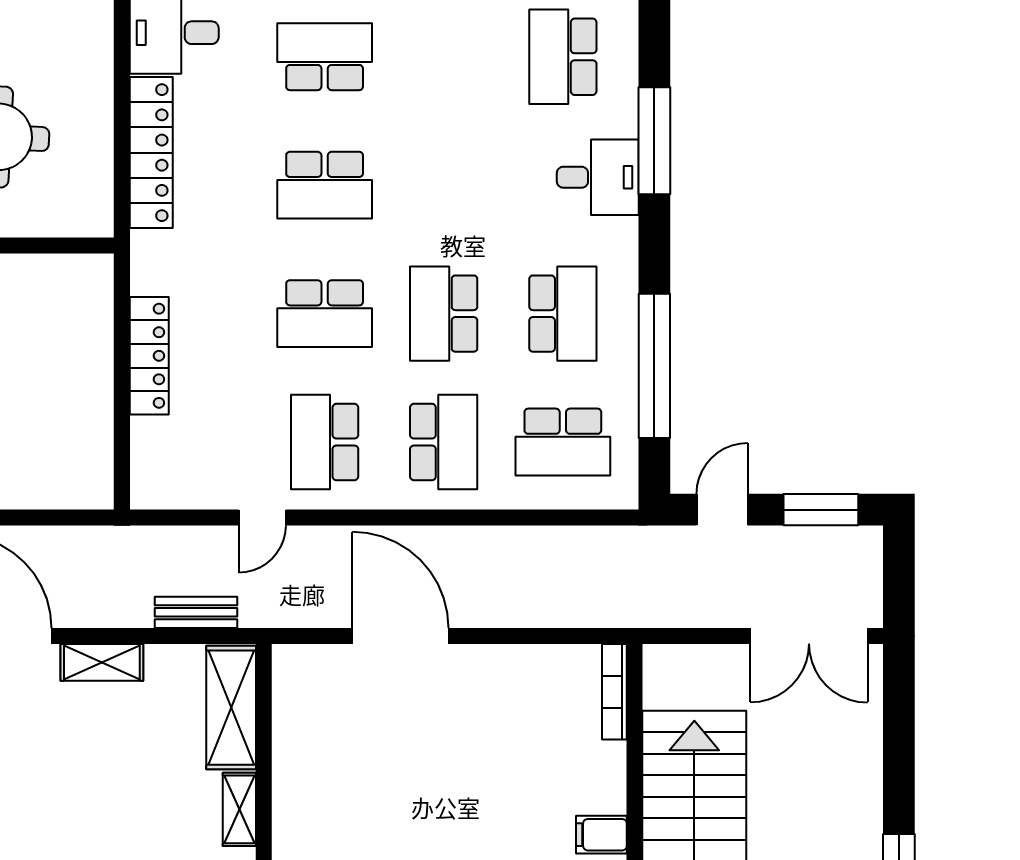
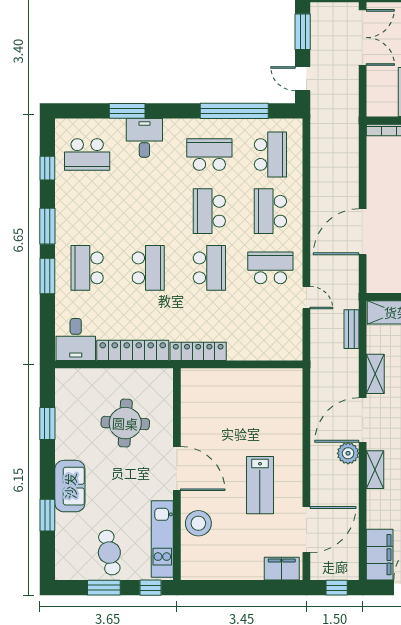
window: (654, 141) -> (127, 111), width x0.69
school desk: (444, 314) -> (209, 211), turned 90
locker: (149, 356) -> (198, 351), moved
school desk: (325, 442) -> (270, 268), turned 180
school desk: (444, 442) -> (270, 211), turned -90

